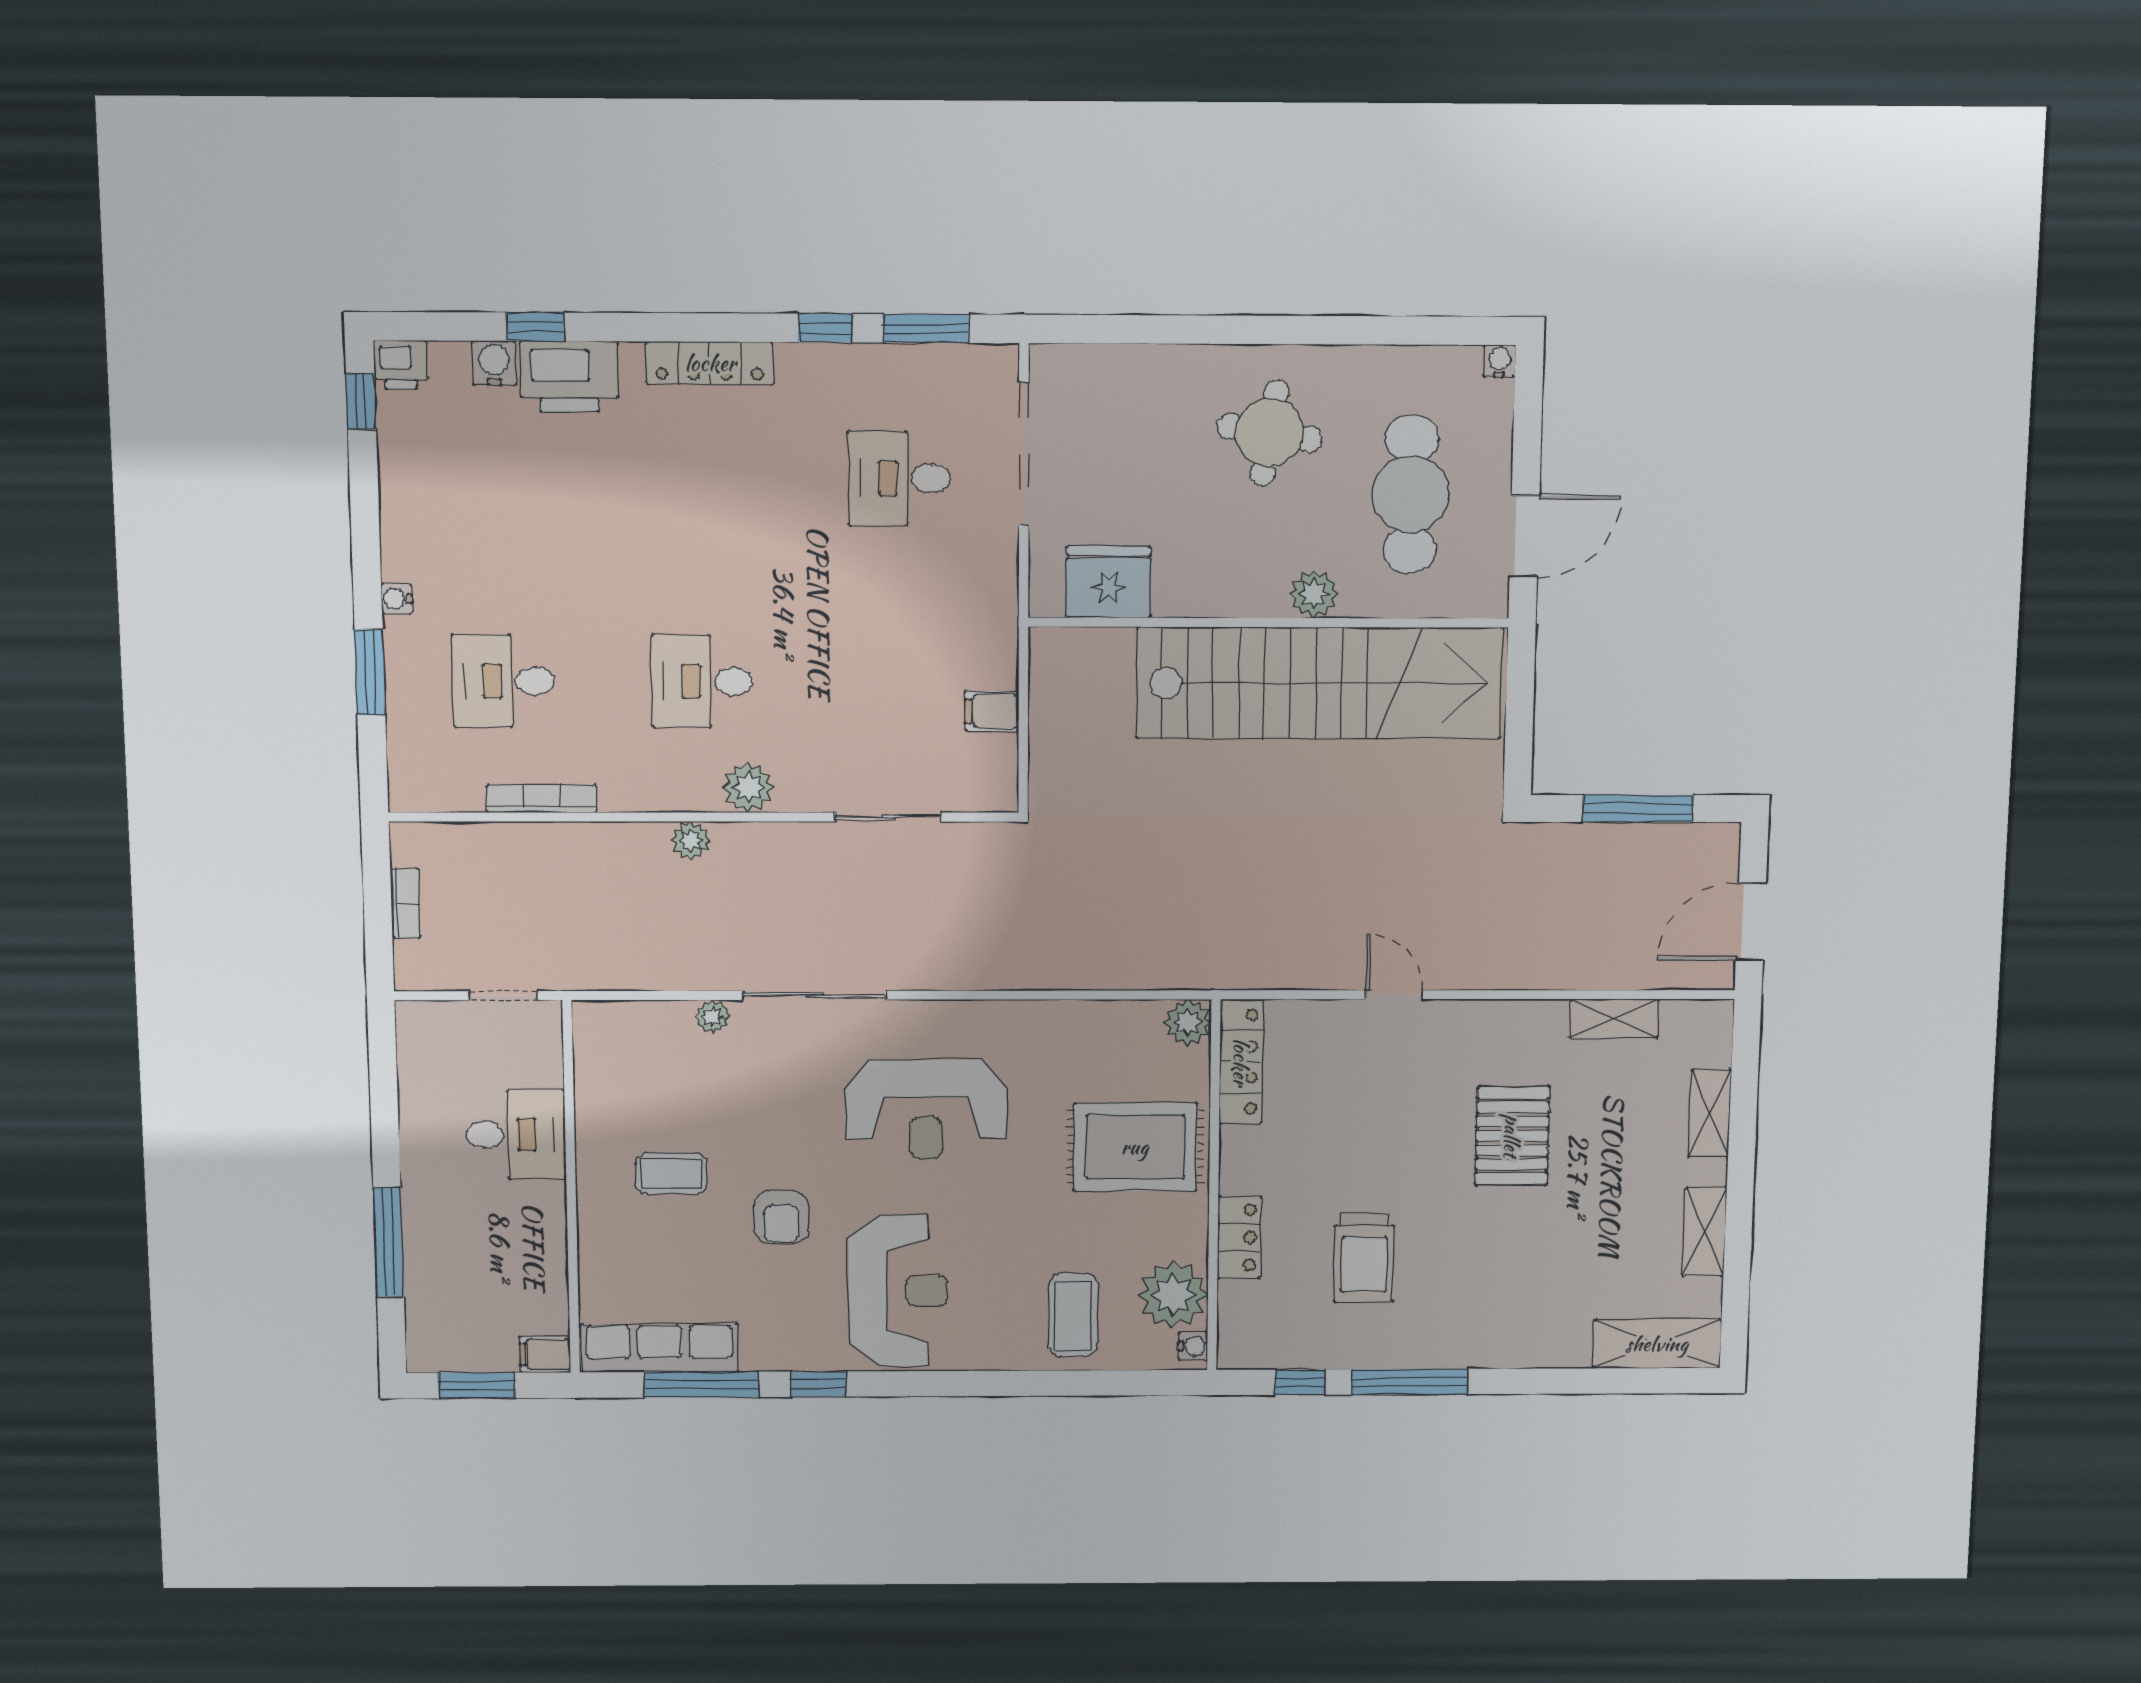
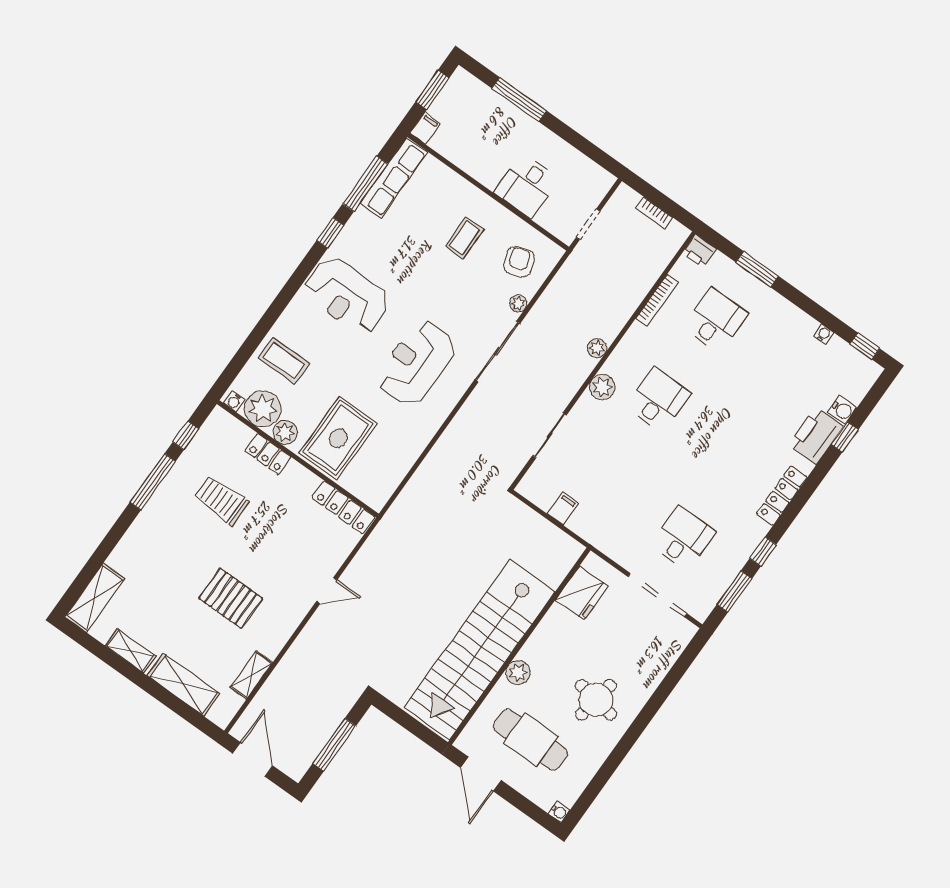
printer: (401, 365) -> (700, 251), moved, turned -90
water cooler: (397, 599) -> (824, 334), moved
plant: (1188, 1022) -> (285, 432), moved
shelving: (1710, 1113) -> (184, 685), width x1.50, depth x1.33
armchair: (781, 1217) -> (519, 262), moved, turned 71

